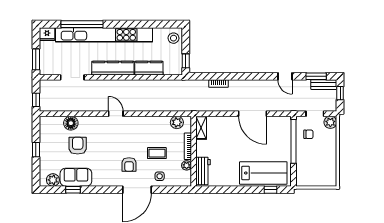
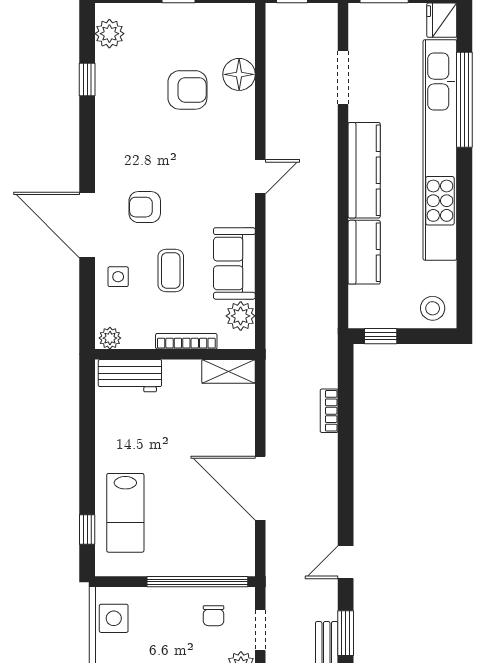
door: (252, 114) -> (260, 488), hinge flipped
plant: (187, 165) -> (110, 338), moved
lab bench: (263, 173) -> (125, 513), width x0.73, depth x0.72
sofa: (76, 177) -> (234, 263), moved, turned 180
side table: (310, 178) -> (114, 618), added

